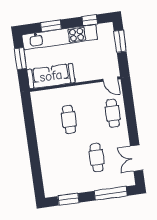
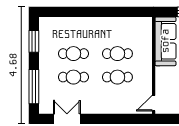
cafe table: (113, 113) -> (117, 77), moved
cafe table: (75, 161) -> (73, 54), added

